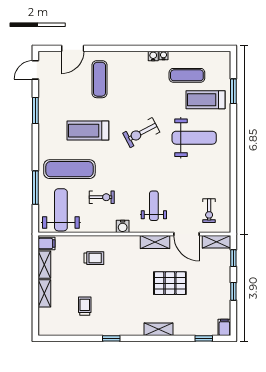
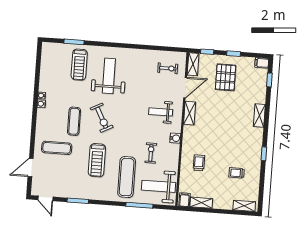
door: (73, 48) -> (31, 168), swing flipped
exercise mat: (187, 75) -> (74, 121), moved
pallet: (170, 283) -> (226, 77), moved
shelving: (44, 293) -> (244, 206), moved

